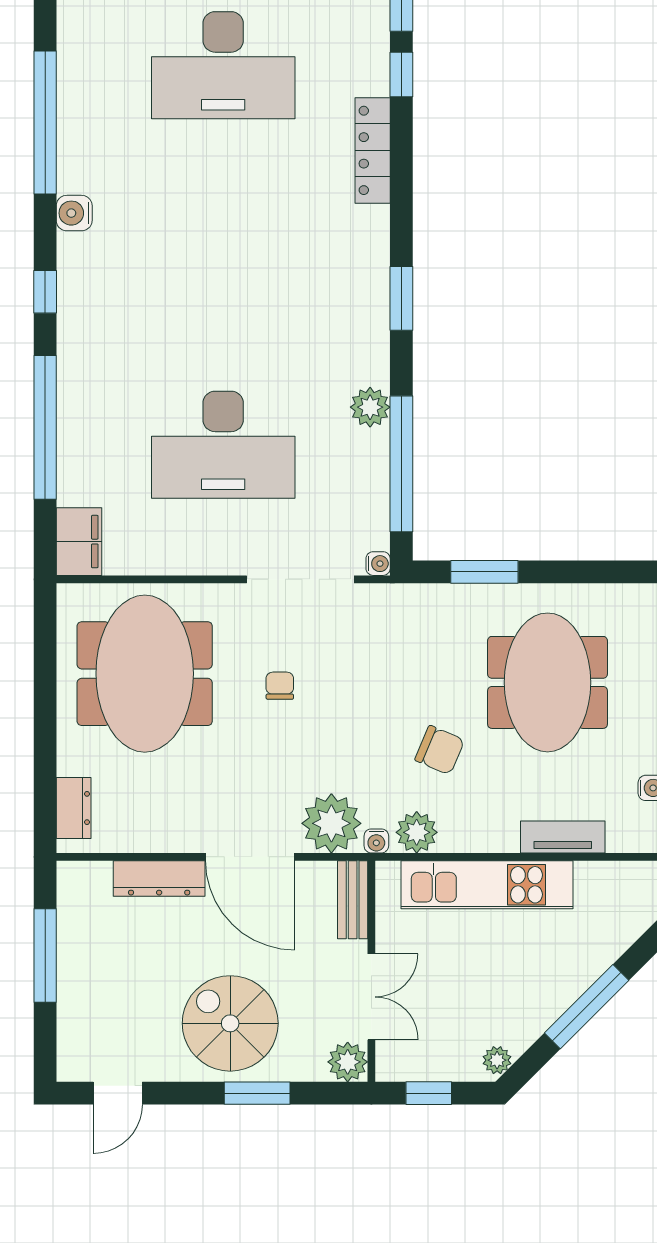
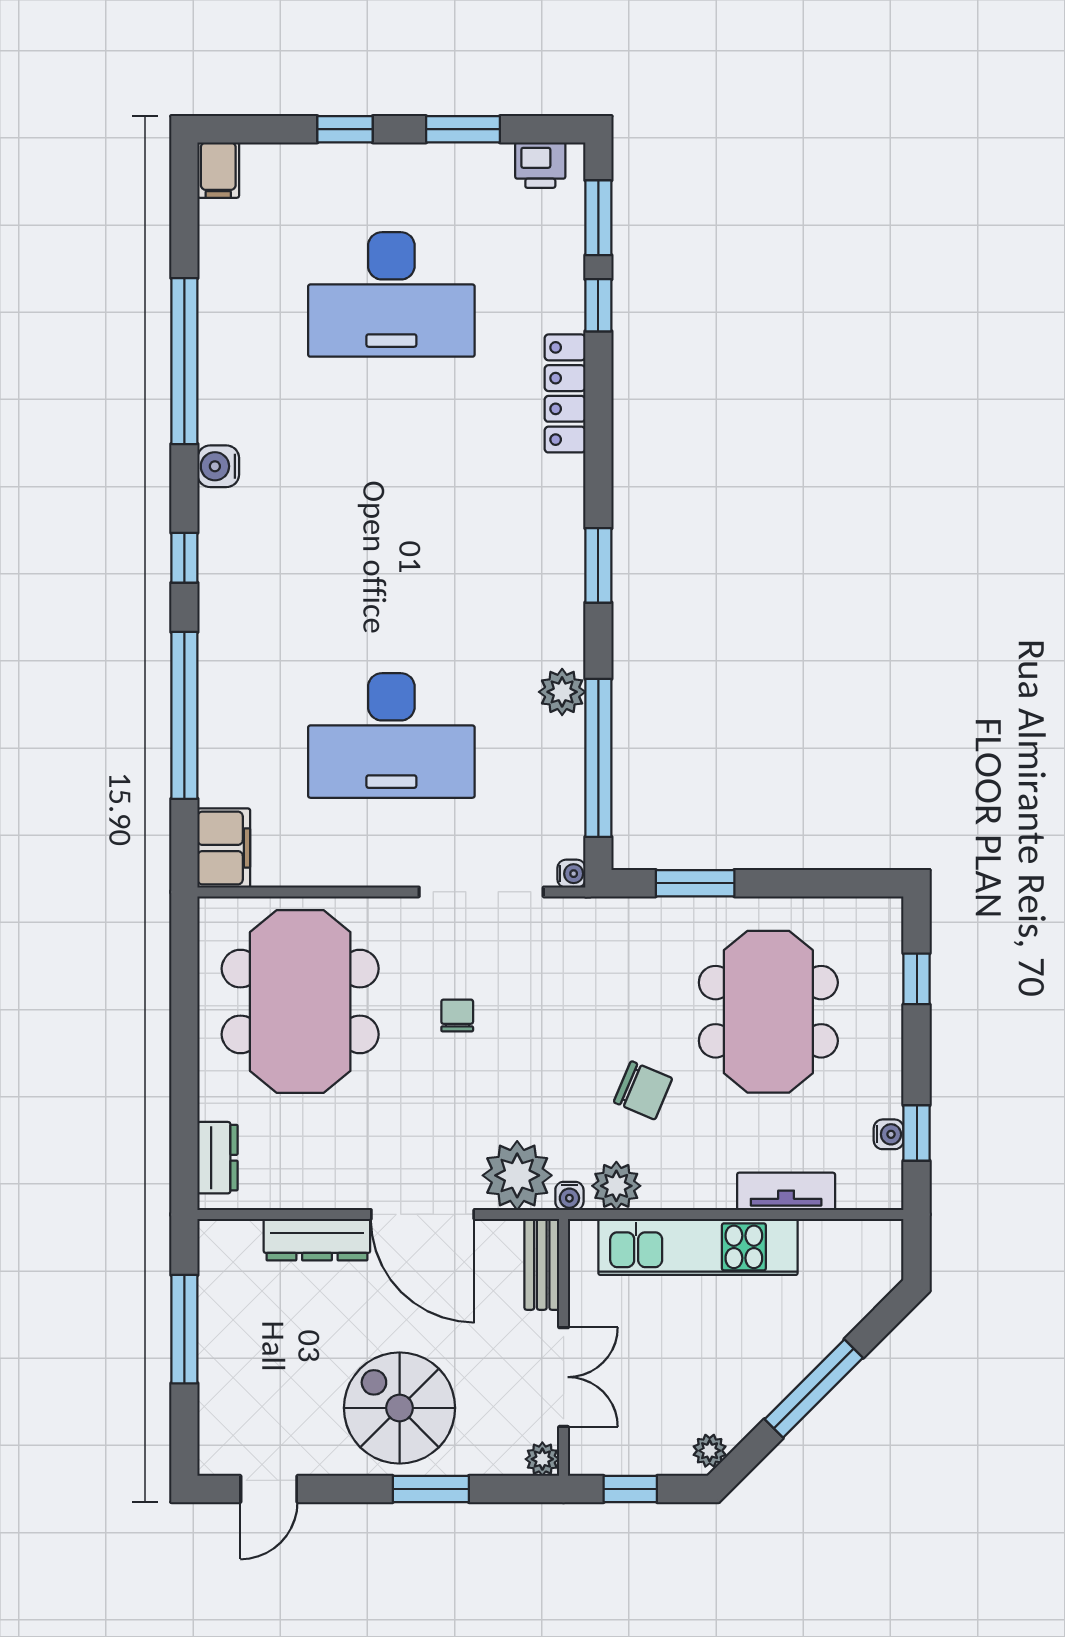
plant: (348, 1062) -> (542, 1459), width x0.73, depth x0.73

